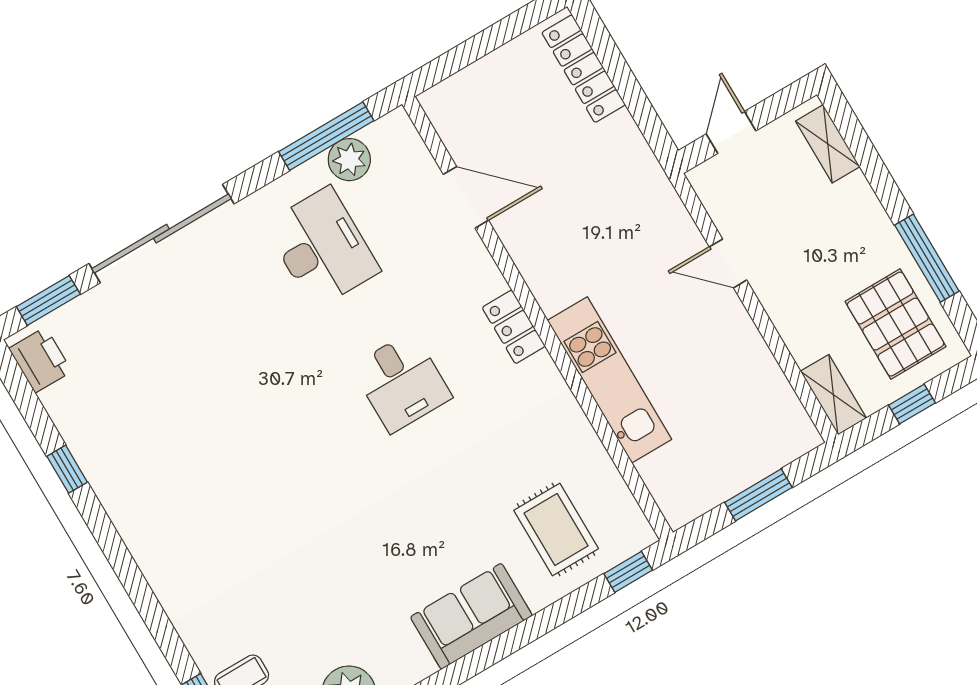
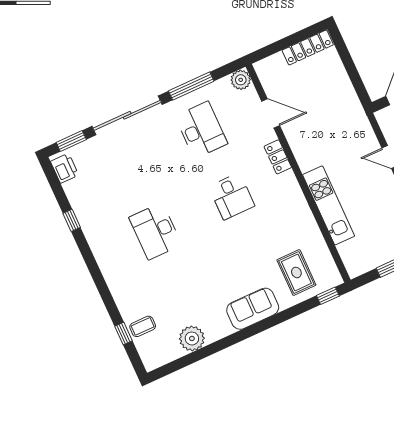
locker: (584, 69) -> (308, 48), moved, turned -90
window: (326, 136) -> (191, 86), moved
plant: (349, 160) -> (241, 80), moved
locker: (514, 327) -> (278, 157), moved
desk: (247, 473) -> (155, 231), added

